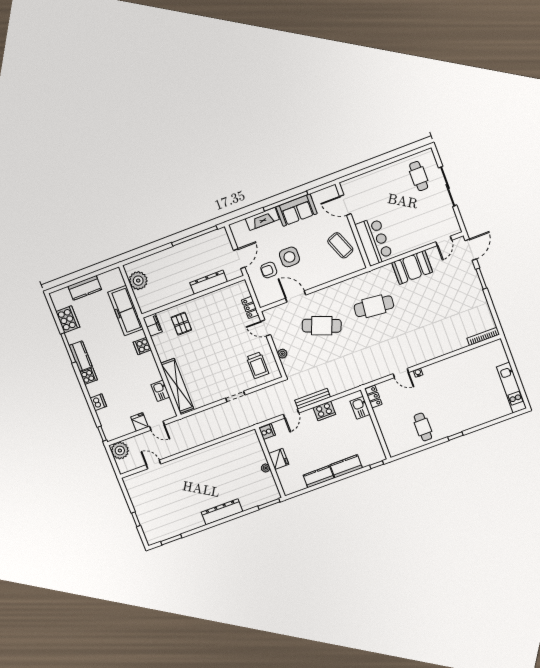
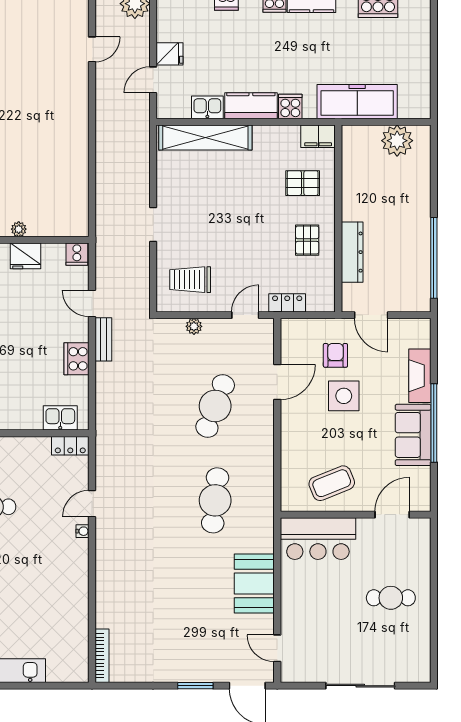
cafe table: (419, 176) -> (391, 598), moved
kitchen counter: (85, 288) -> (251, 106), moved, turned 90
pallet: (211, 309) -> (307, 240), added
bench: (313, 399) -> (103, 339), width x0.73

